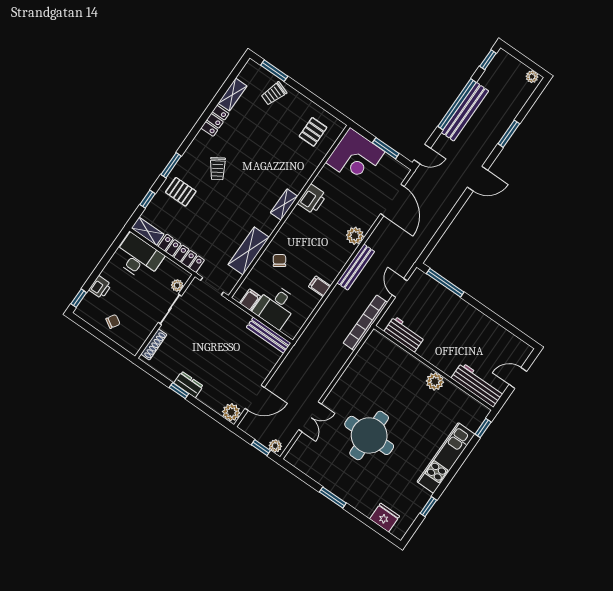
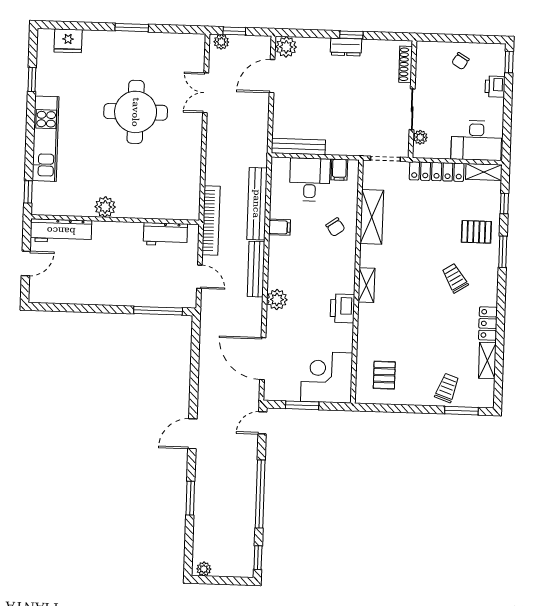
bench: (465, 112) -> (257, 204), moved

